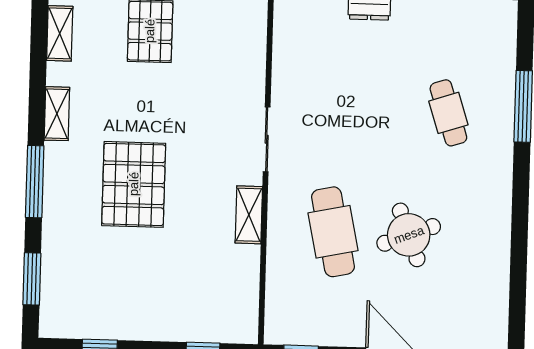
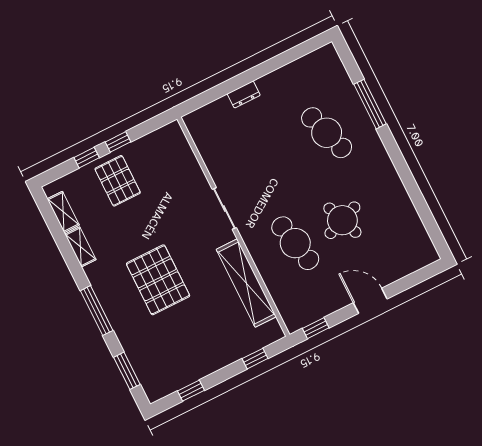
cafe table: (448, 113) -> (327, 133), width x1.37, depth x1.35
shelving: (57, 114) -> (80, 247), moved
shelving: (249, 215) -> (246, 283), width x2.20, depth x1.33

